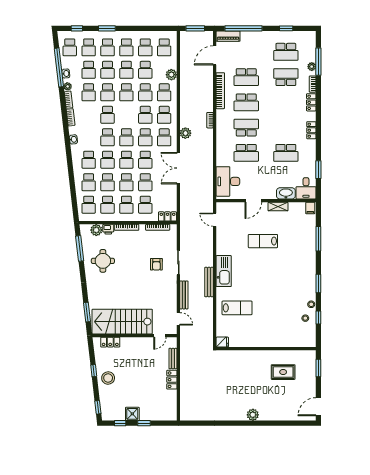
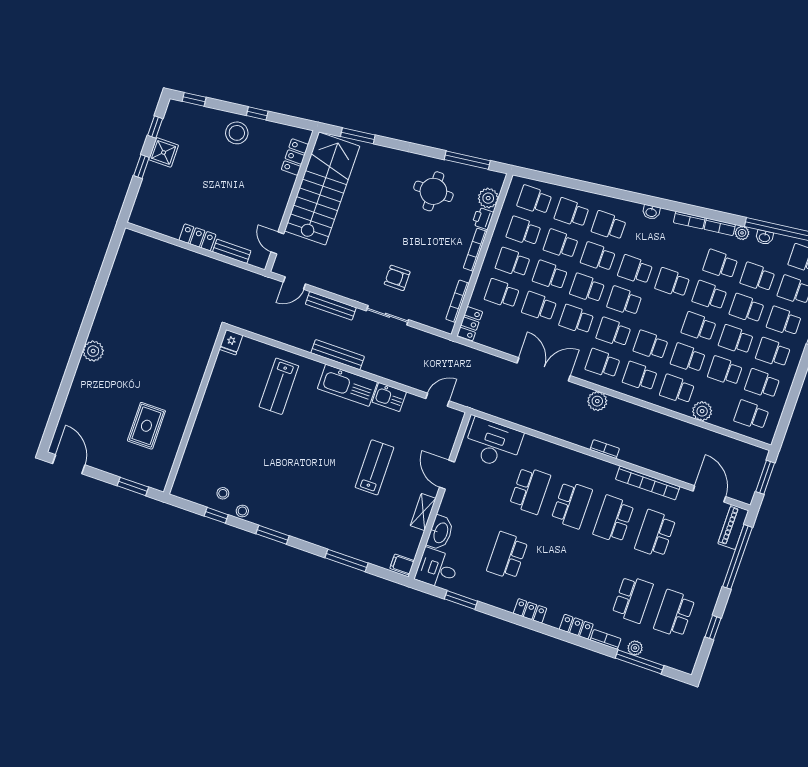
school desk: (246, 153) -> (530, 490), turned 180
kitchen sink: (222, 246) -> (389, 397), added

